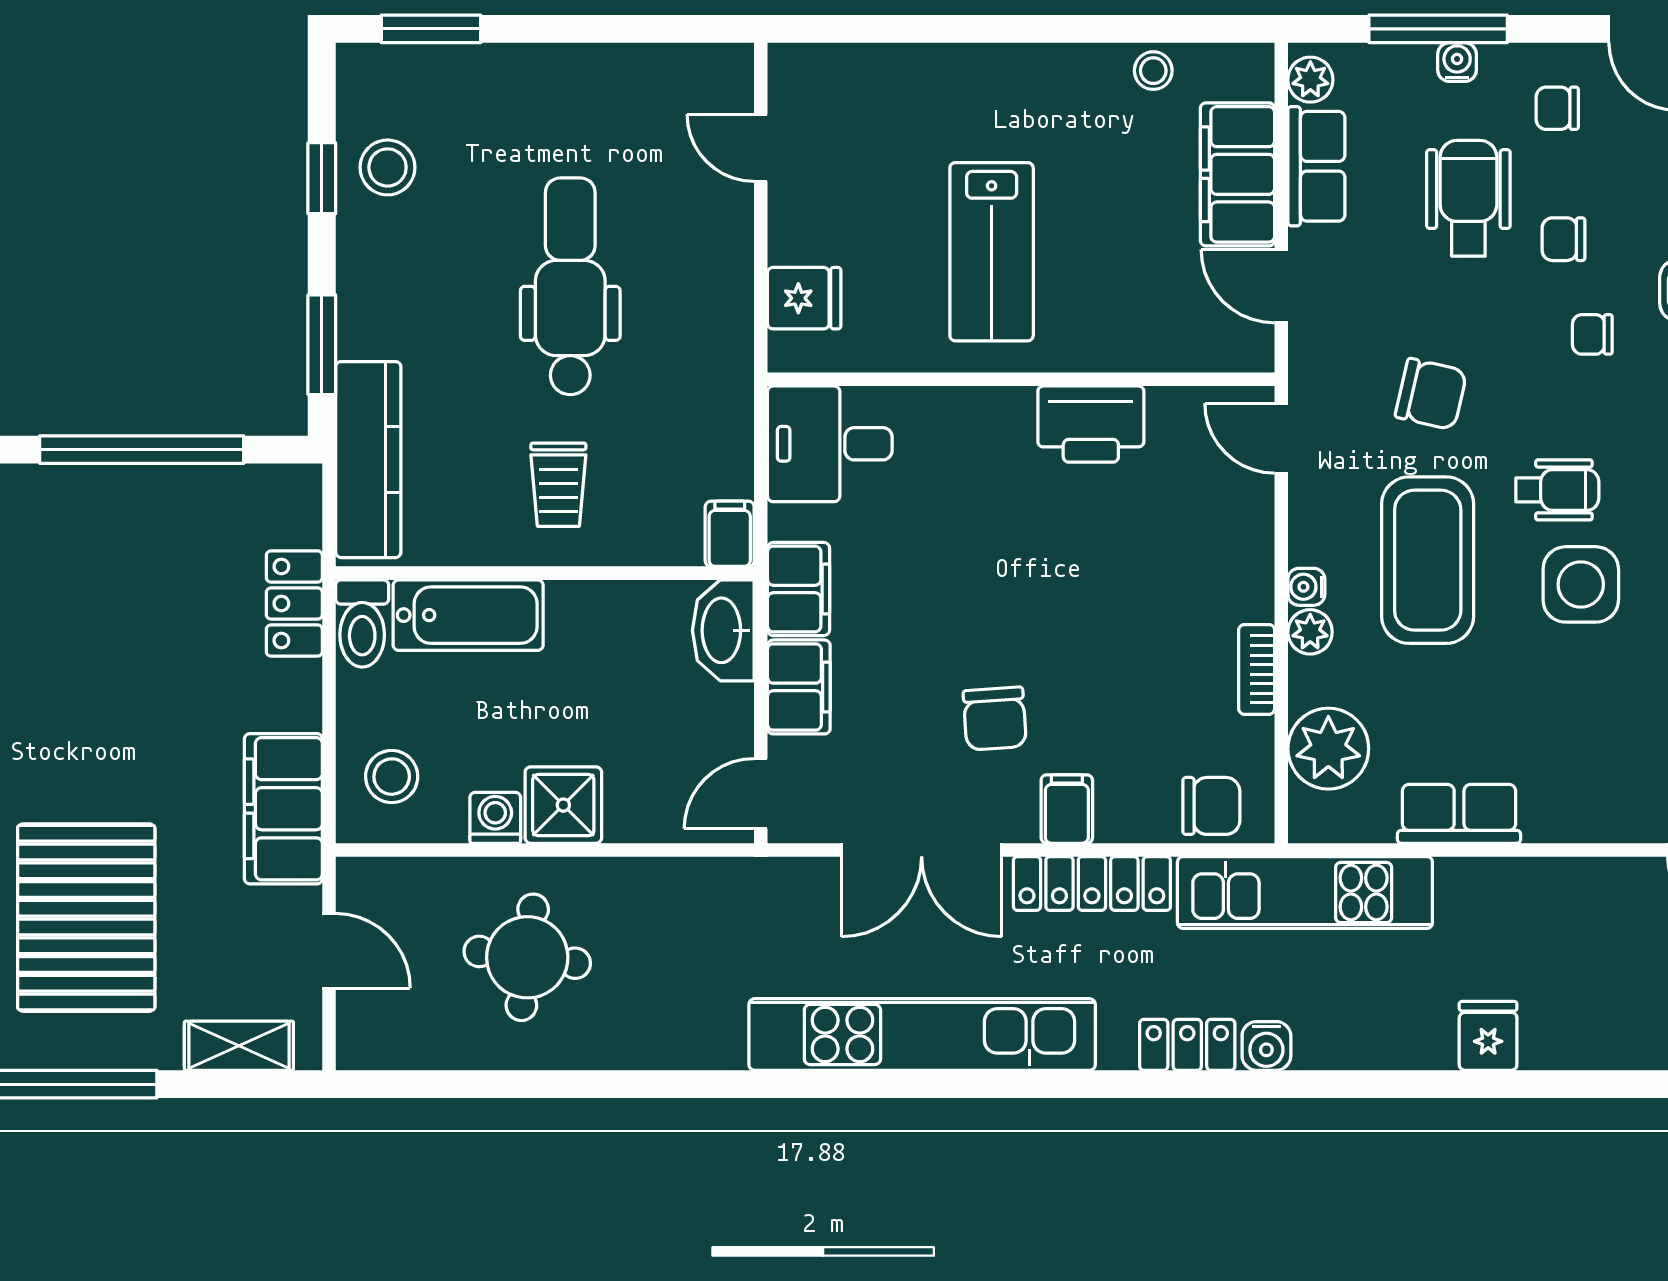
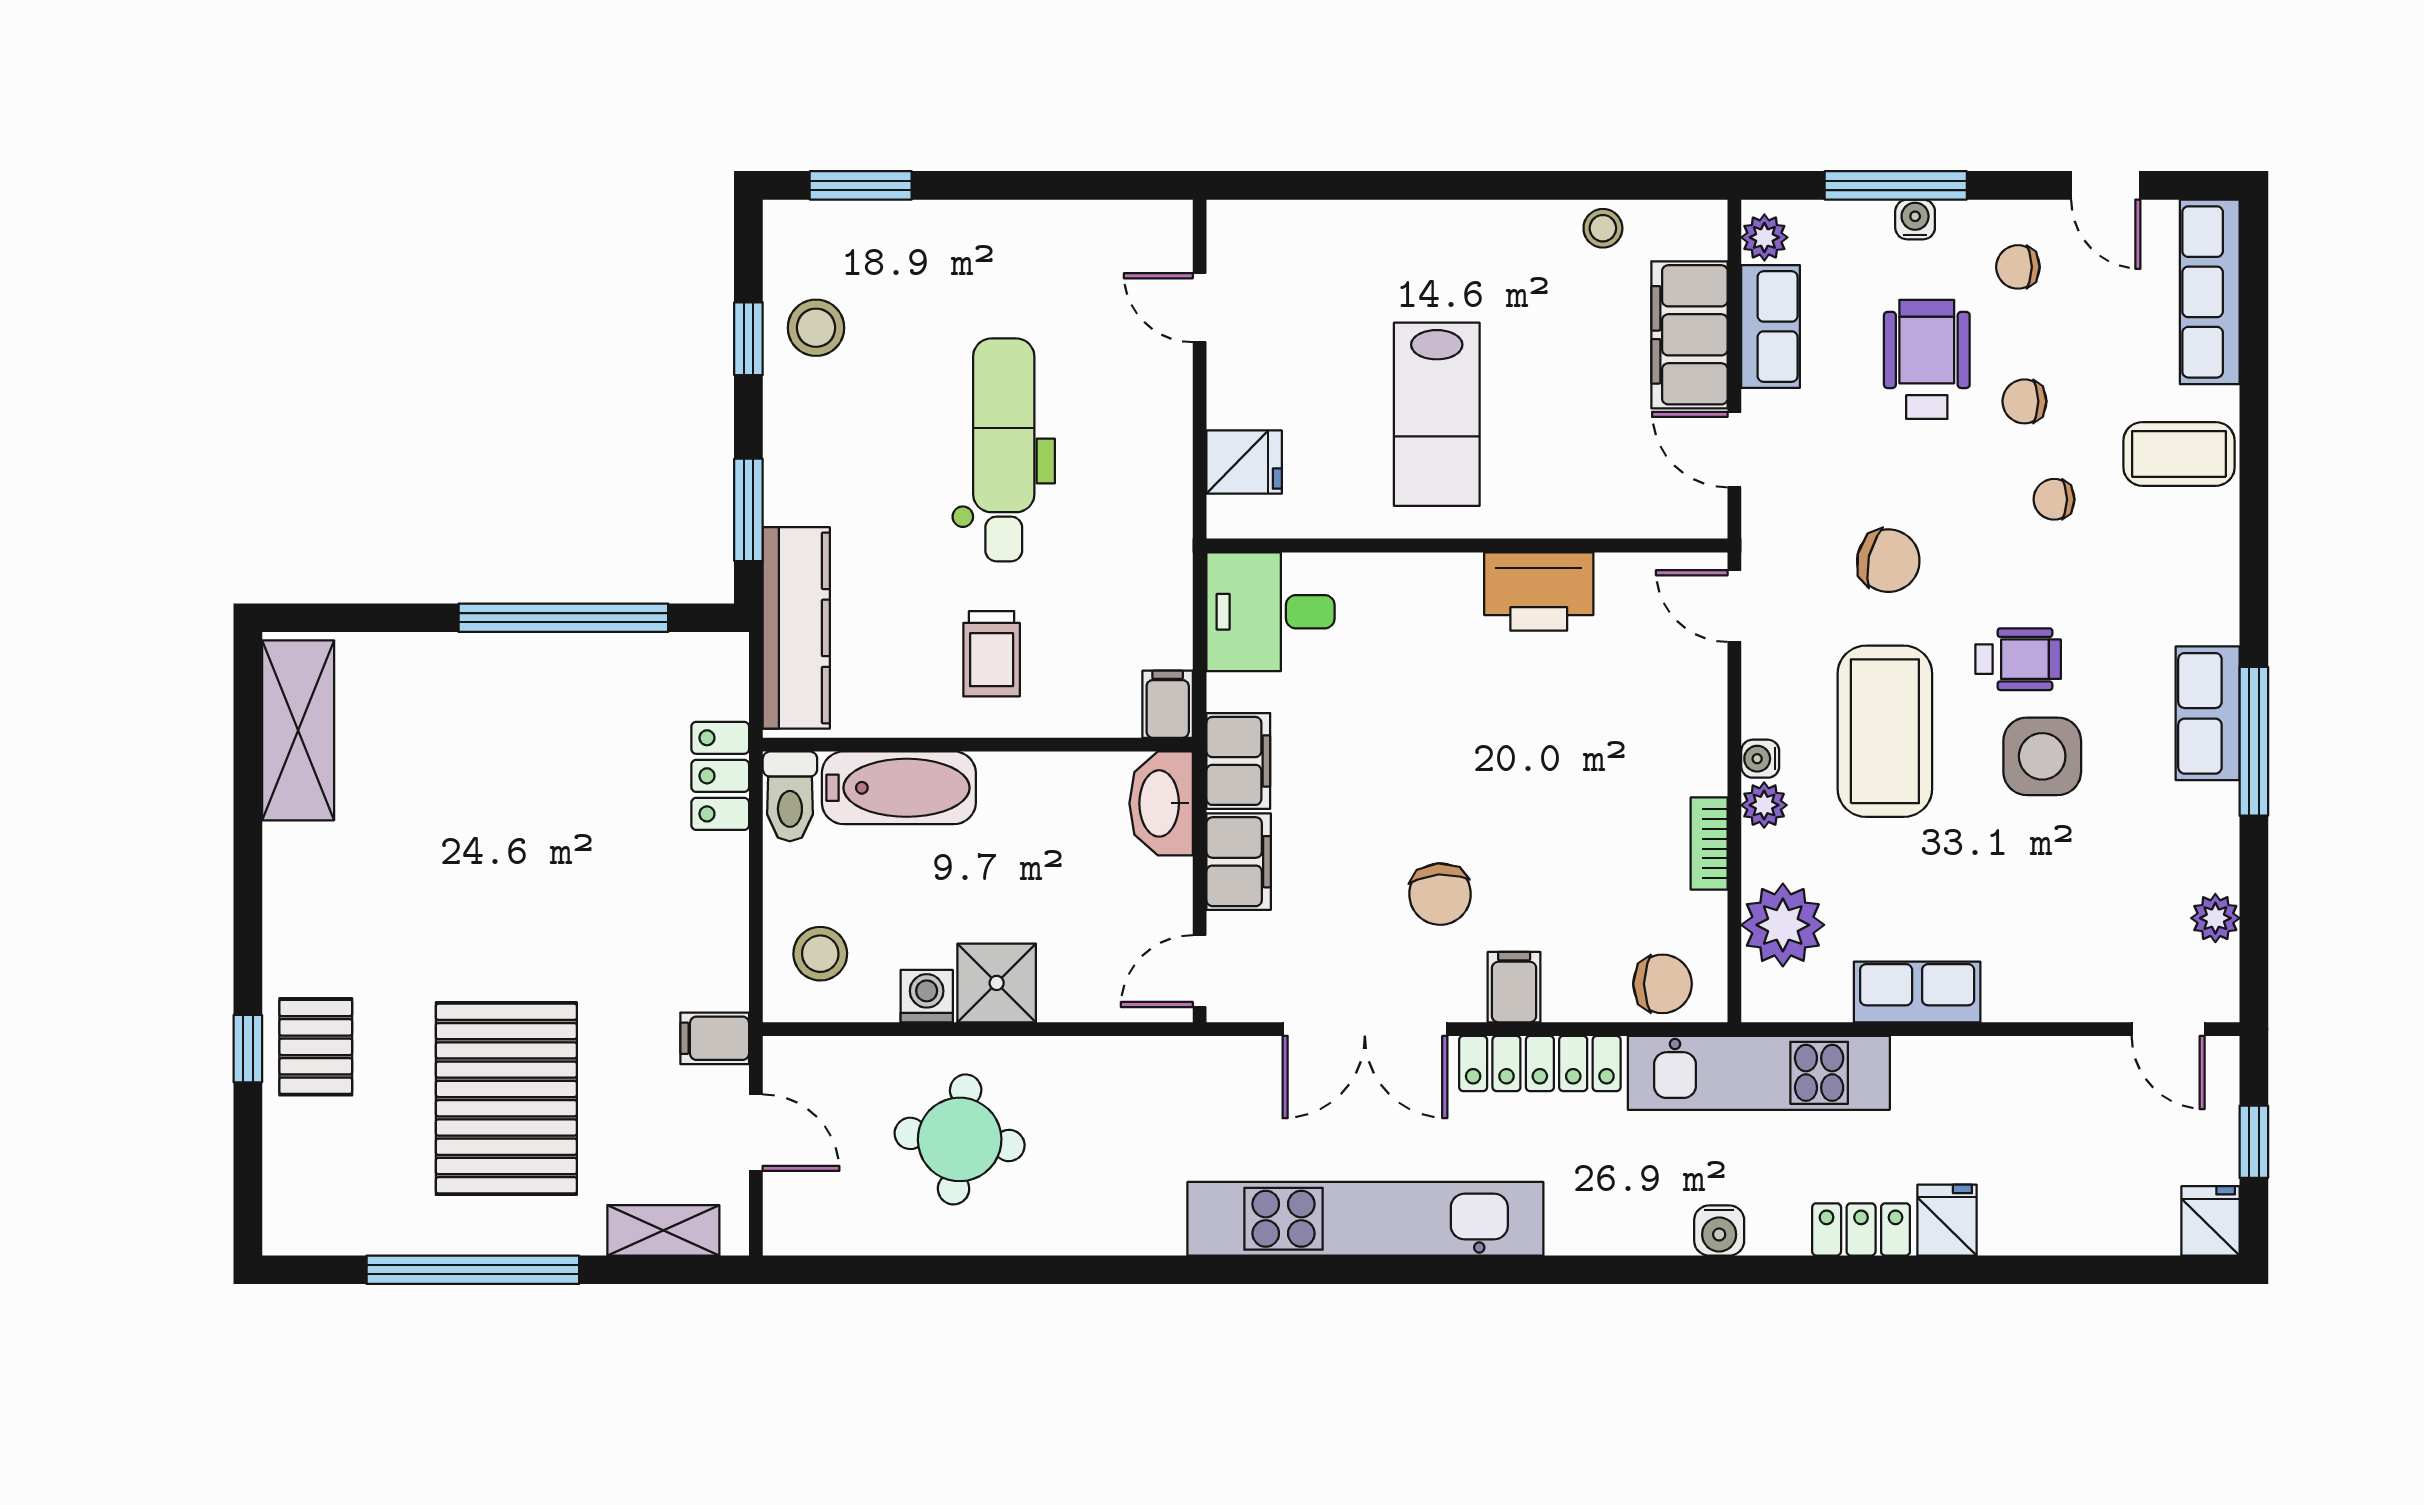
filing cabinet: (283, 809) -> (715, 1038), width x0.33, depth x0.86
locker: (1187, 1045) -> (1861, 1229), moved

